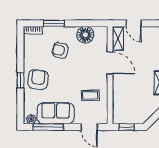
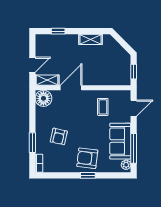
floor lamp: (85, 35) -> (43, 98), moved

